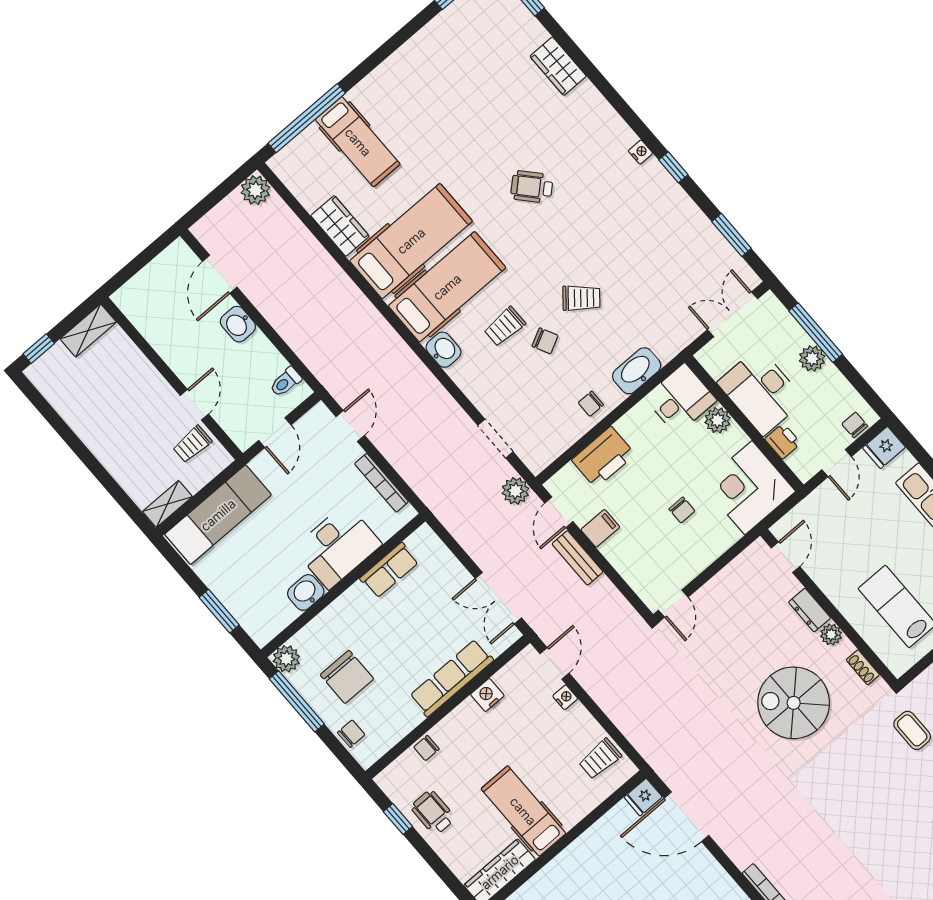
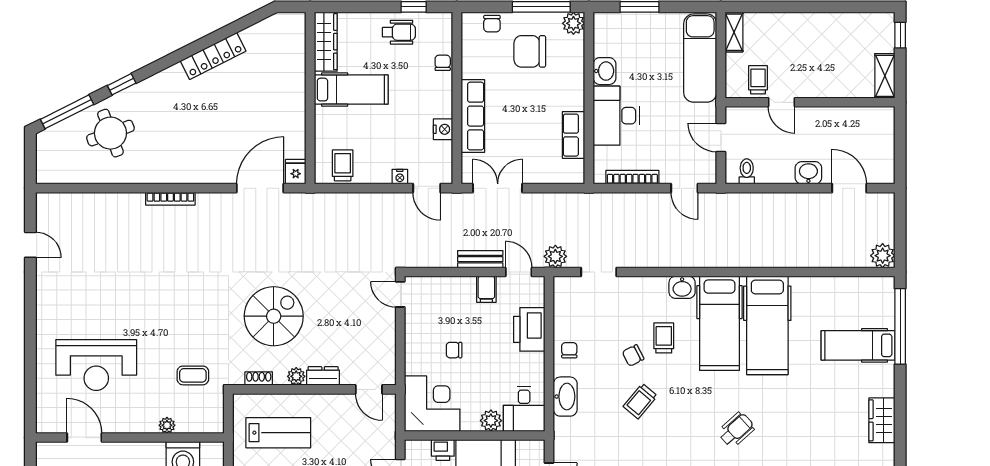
wardrobe: (340, 226) -> (882, 420), moved, turned 90

